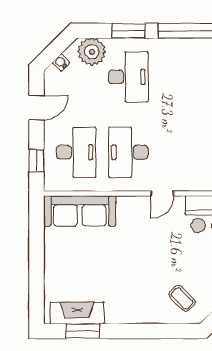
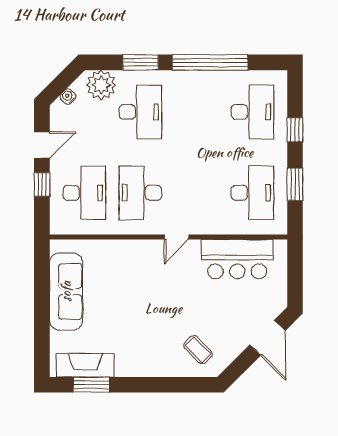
window: (37, 161) -> (42, 185), moved
sofa: (80, 211) -> (66, 291), moved, turned -90

